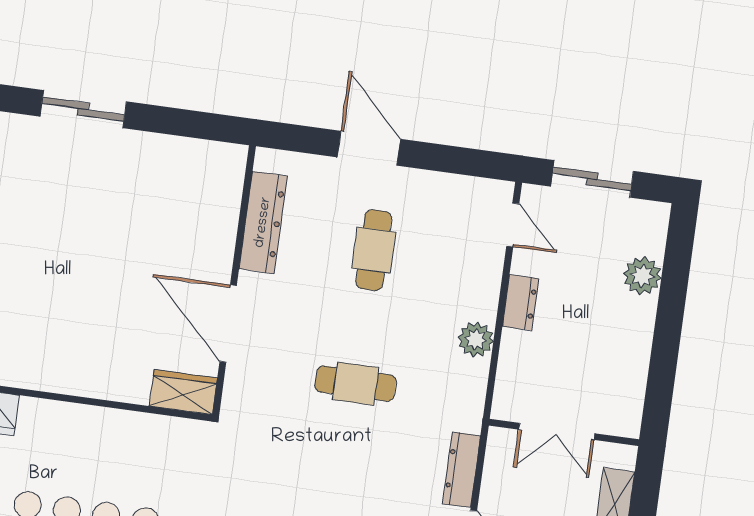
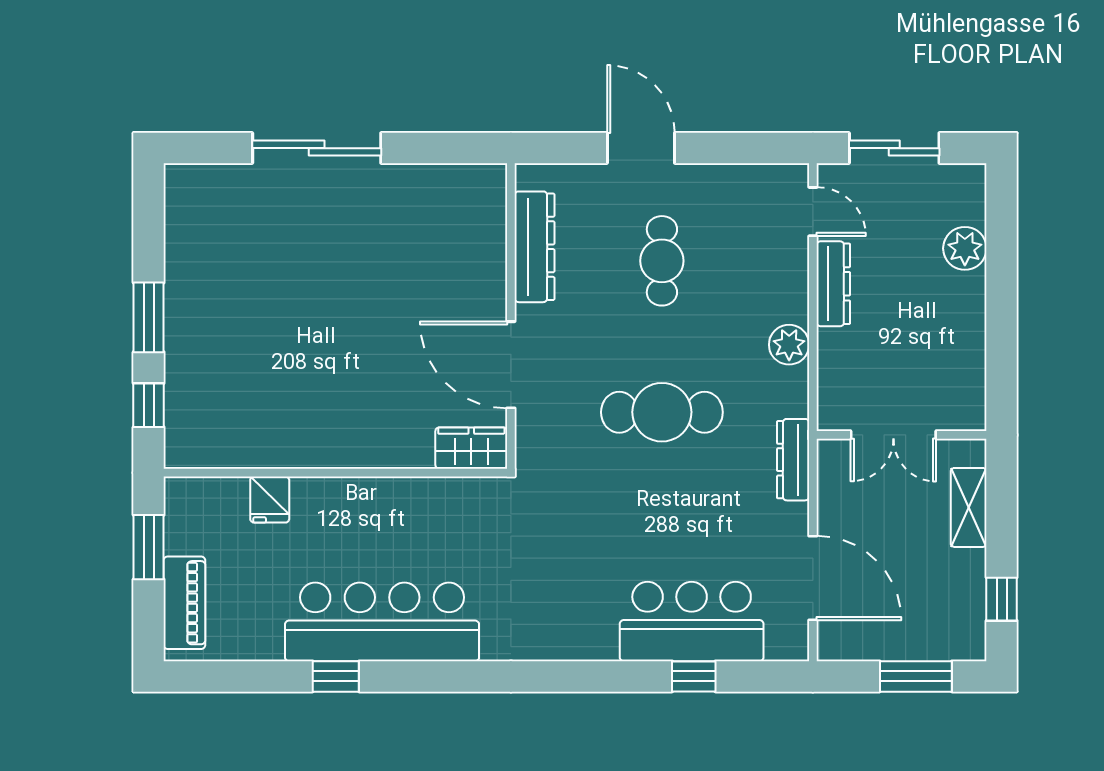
sliding door: (83, 109) -> (317, 148), width x1.37
dresser: (521, 303) -> (833, 284), width x1.44
cafe table: (355, 384) -> (662, 412), width x1.37, depth x1.35
dresser: (462, 470) -> (793, 460), moved

